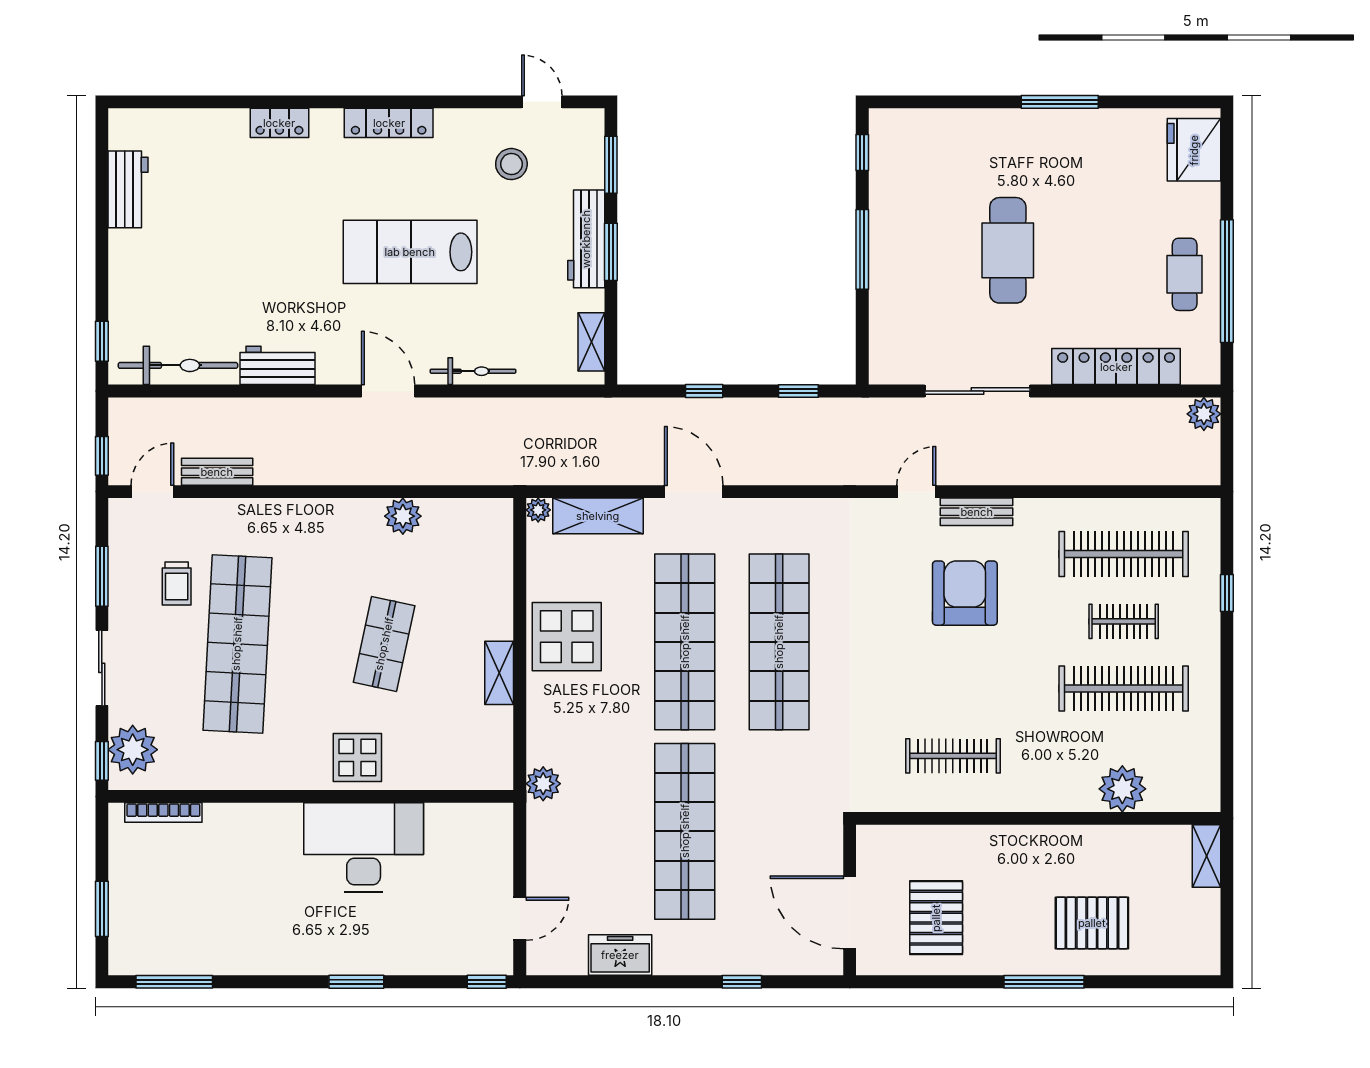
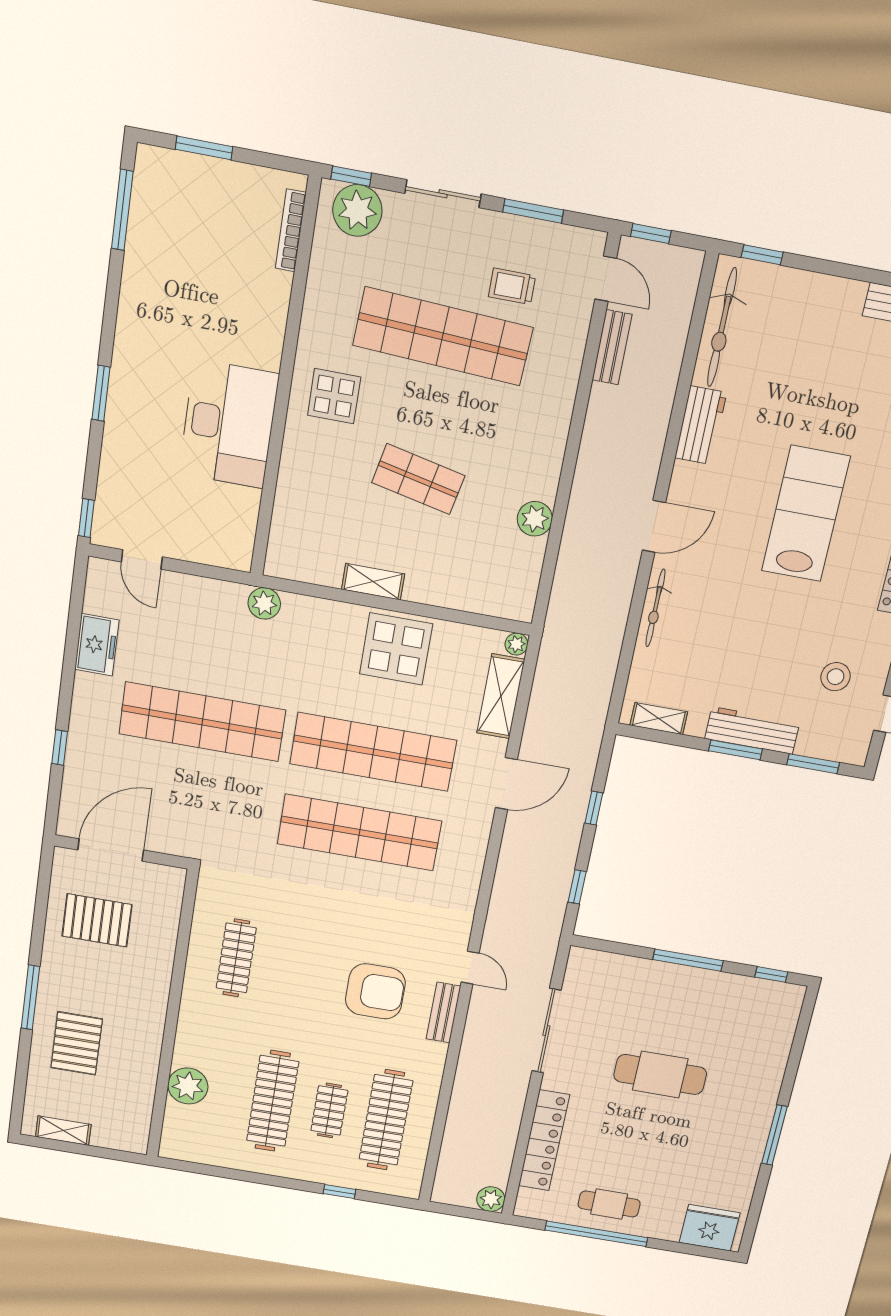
lab bench: (410, 252) -> (806, 514), moved
display table: (357, 758) -> (334, 396), moved
shelving: (1206, 856) -> (63, 1131), moved

